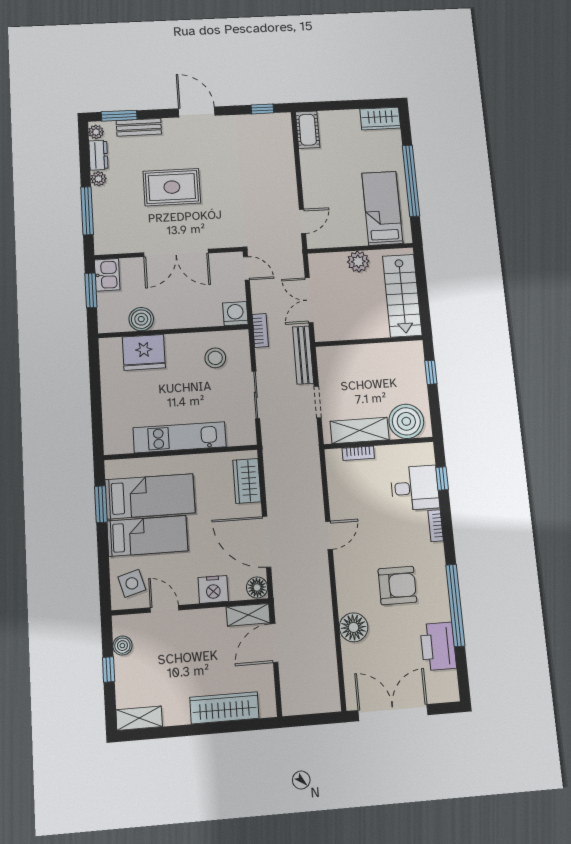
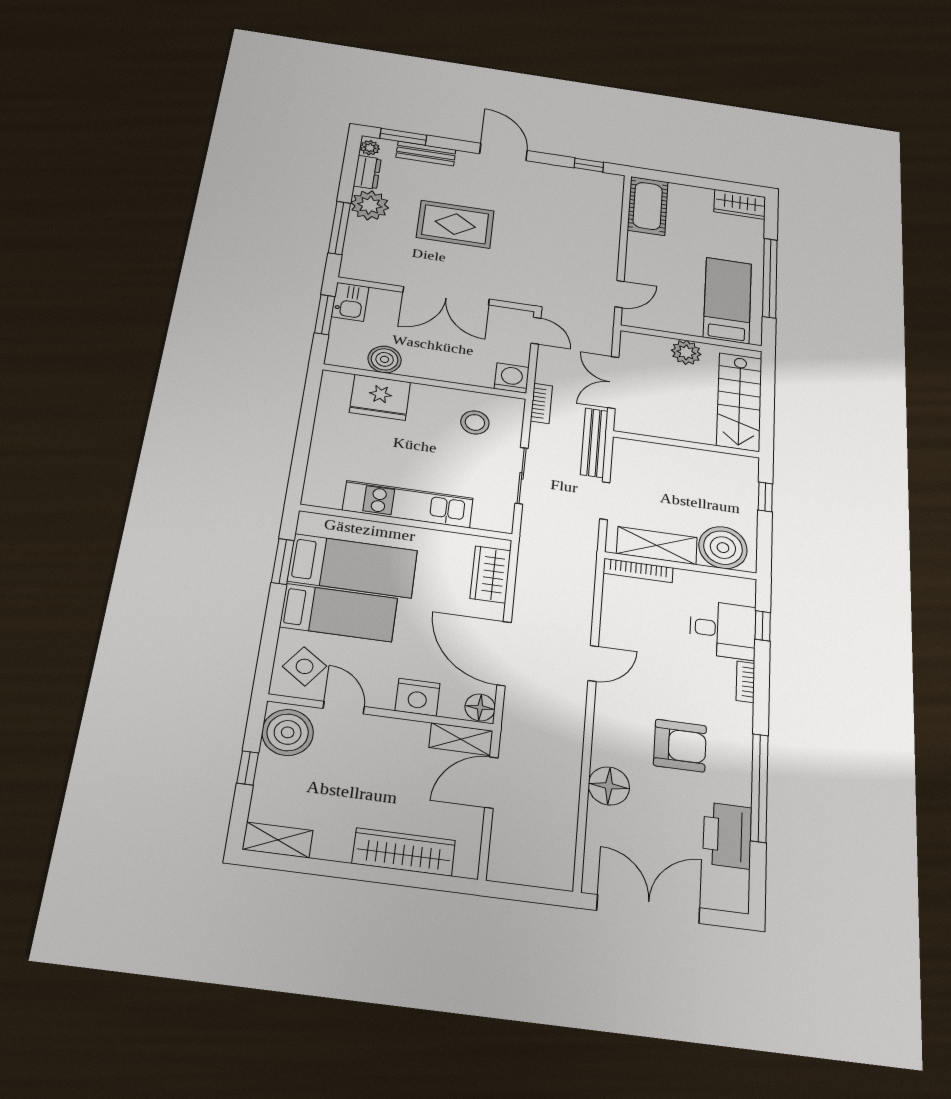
cot: (308, 130) -> (648, 206), width x1.37, depth x1.34
plant: (98, 179) -> (370, 205), width x1.87, depth x1.87
bookcase: (358, 453) -> (638, 570), width x1.56
side table: (132, 583) -> (305, 666), turned -38
boiler: (122, 646) -> (288, 732), width x1.86, depth x1.86

